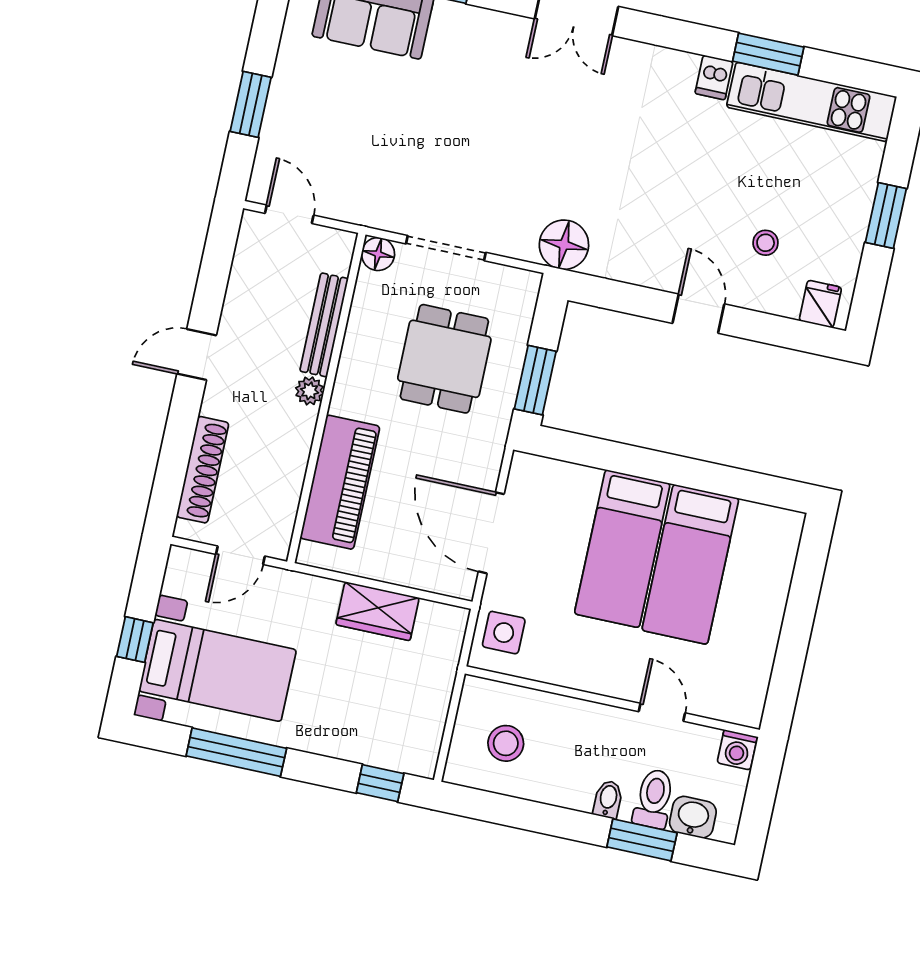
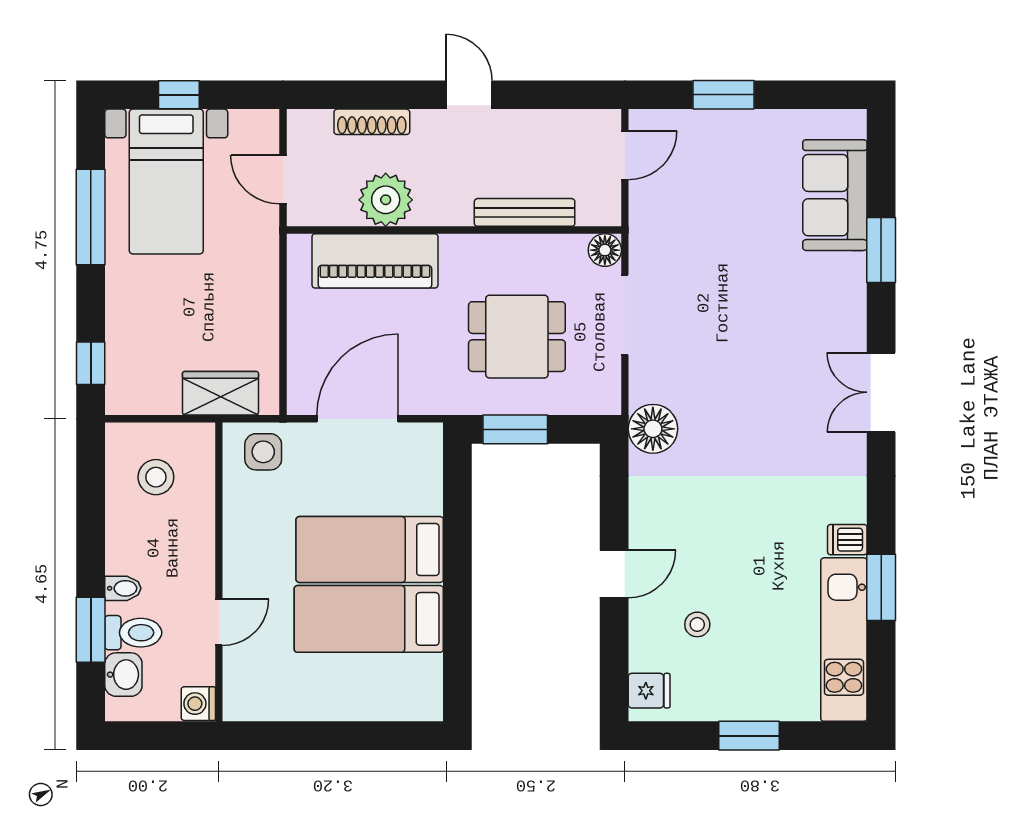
plant: (310, 391) -> (386, 200), moved, width x1.87, depth x1.87
shoe rack: (203, 470) -> (372, 122), width x0.74, depth x0.81
wardrobe: (377, 611) -> (220, 393), moved, turned 90

